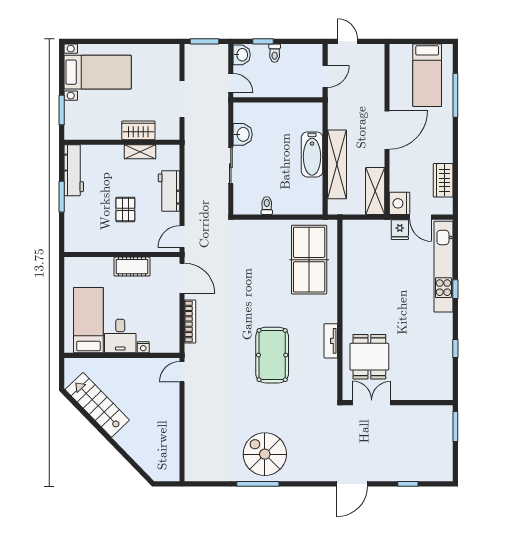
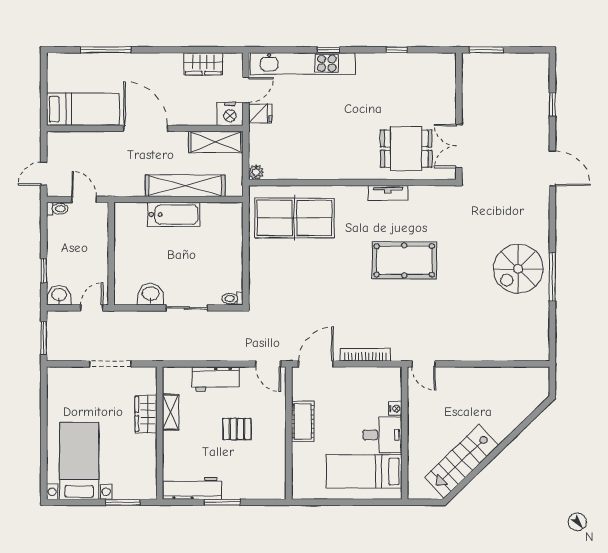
toilet: (275, 53) -> (57, 209), moved
bed: (427, 75) -> (83, 109), moved
toilet: (267, 206) -> (232, 299), moved
plant: (349, 226) -> (256, 172), added

